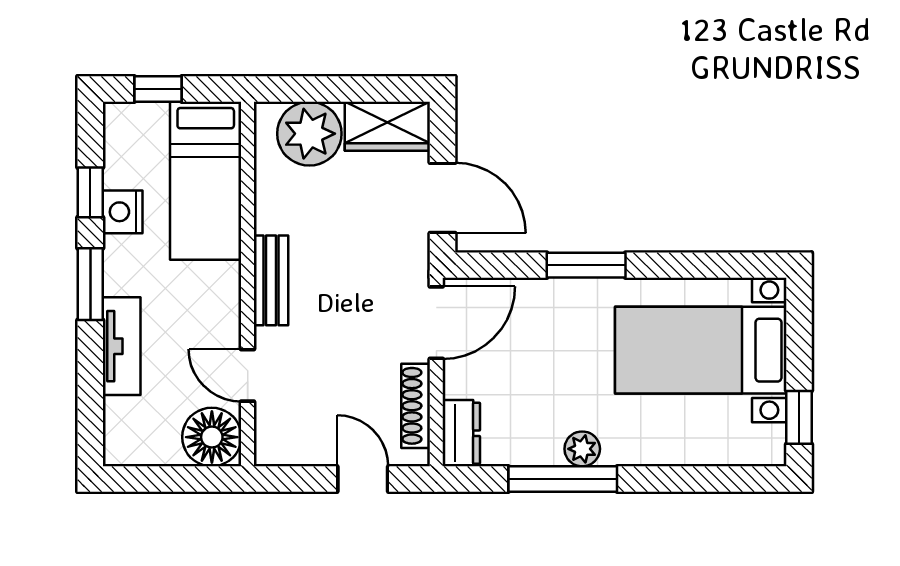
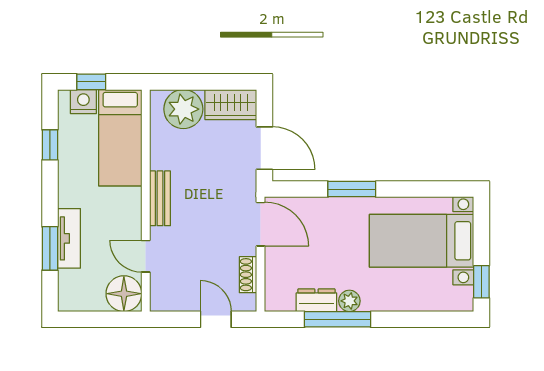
nightstand: (123, 212) -> (83, 102), moved, turned 90
window: (90, 284) -> (50, 248), moved
door: (436, 323) -> (261, 224), hinge flipped
shoe rack: (416, 406) -> (248, 275), width x0.70
dresser: (461, 433) -> (316, 300), moved, turned -90

